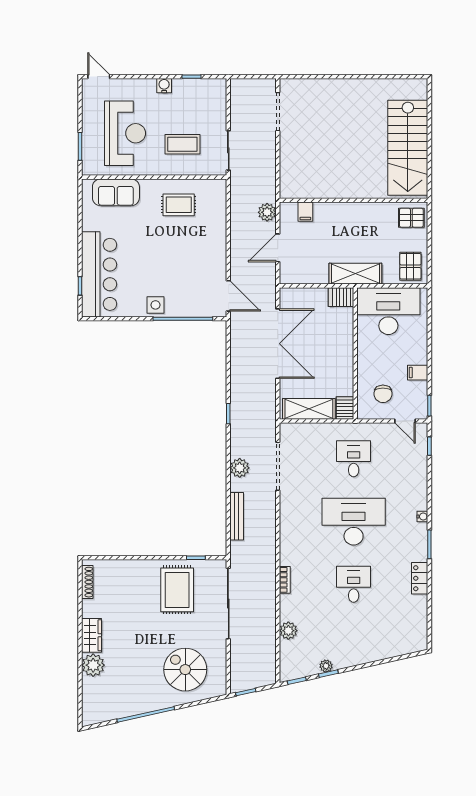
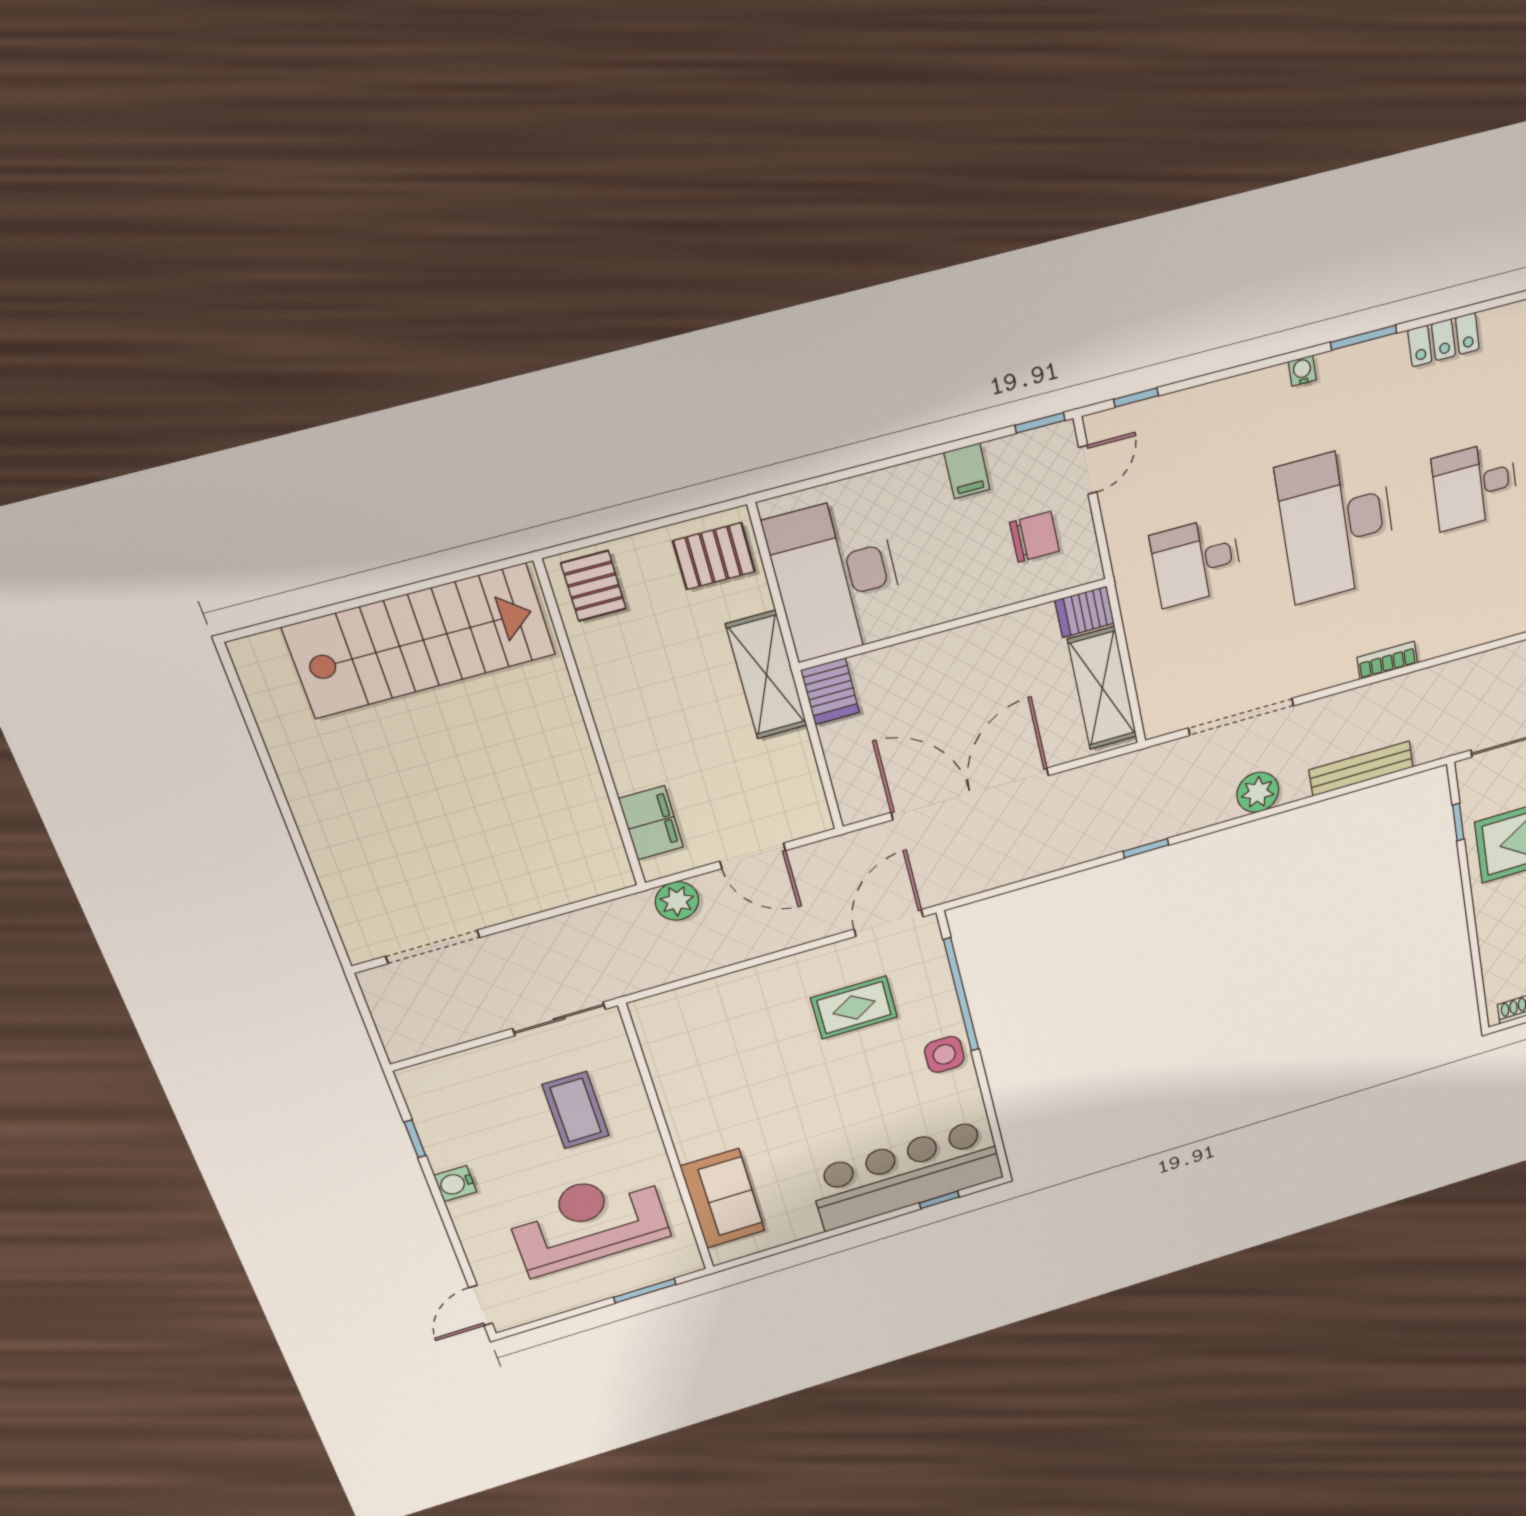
rug: (179, 205) -> (854, 1007), moved, turned 90
filing cabinet: (305, 212) -> (651, 823), width x2.00
bookcase: (285, 580) -> (1387, 660), moved

